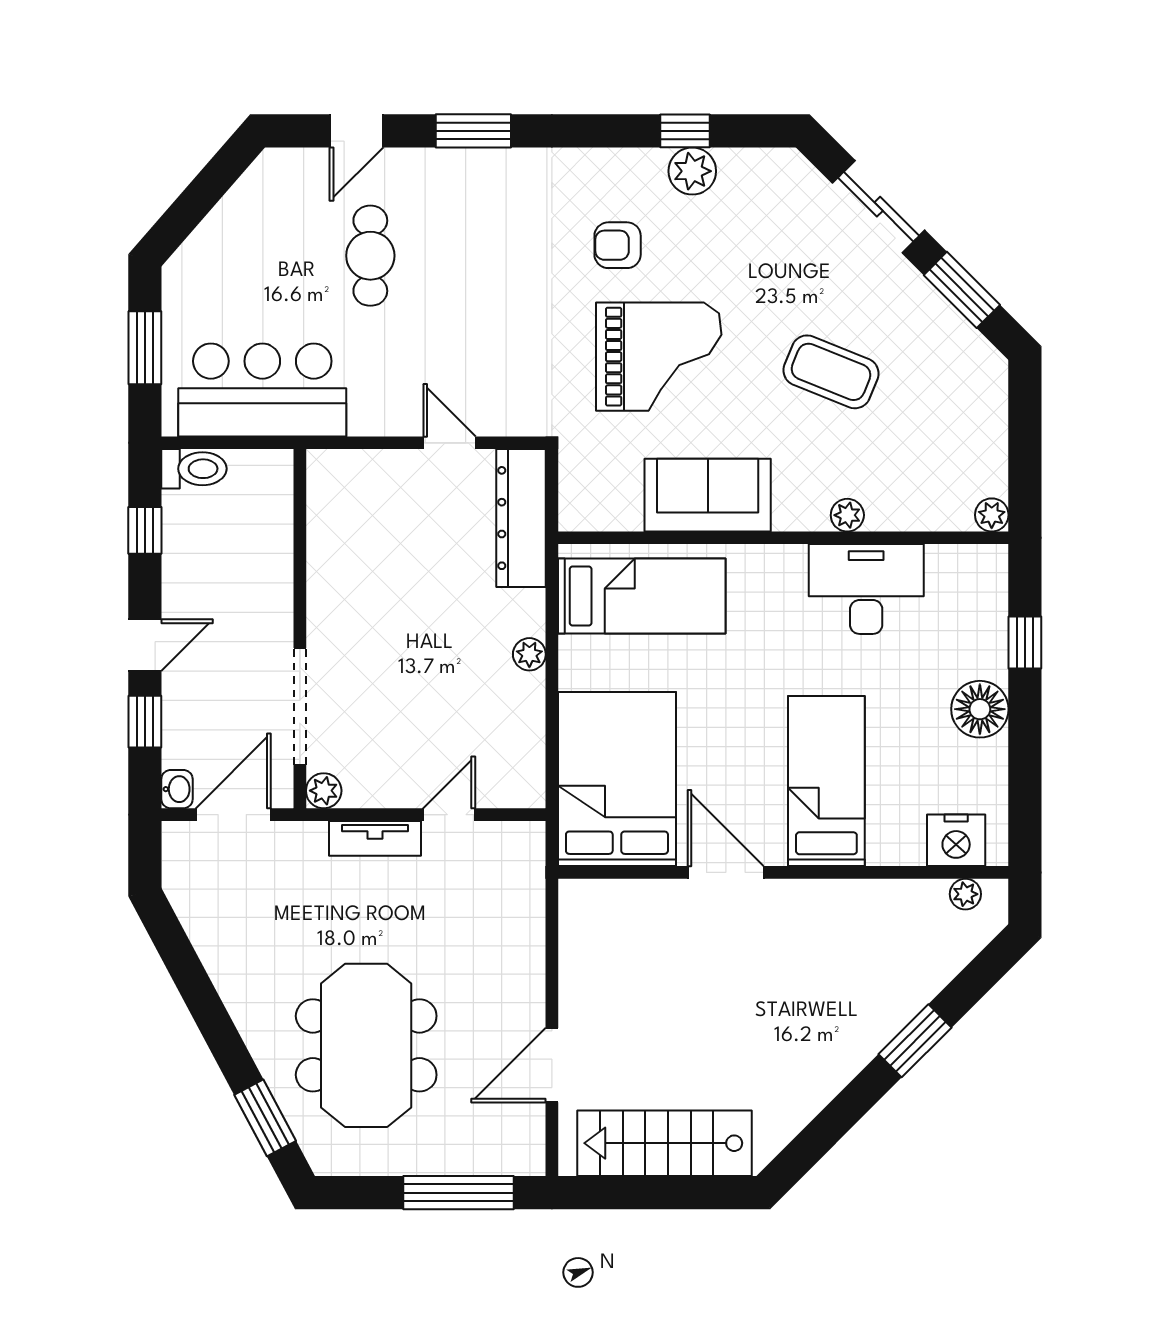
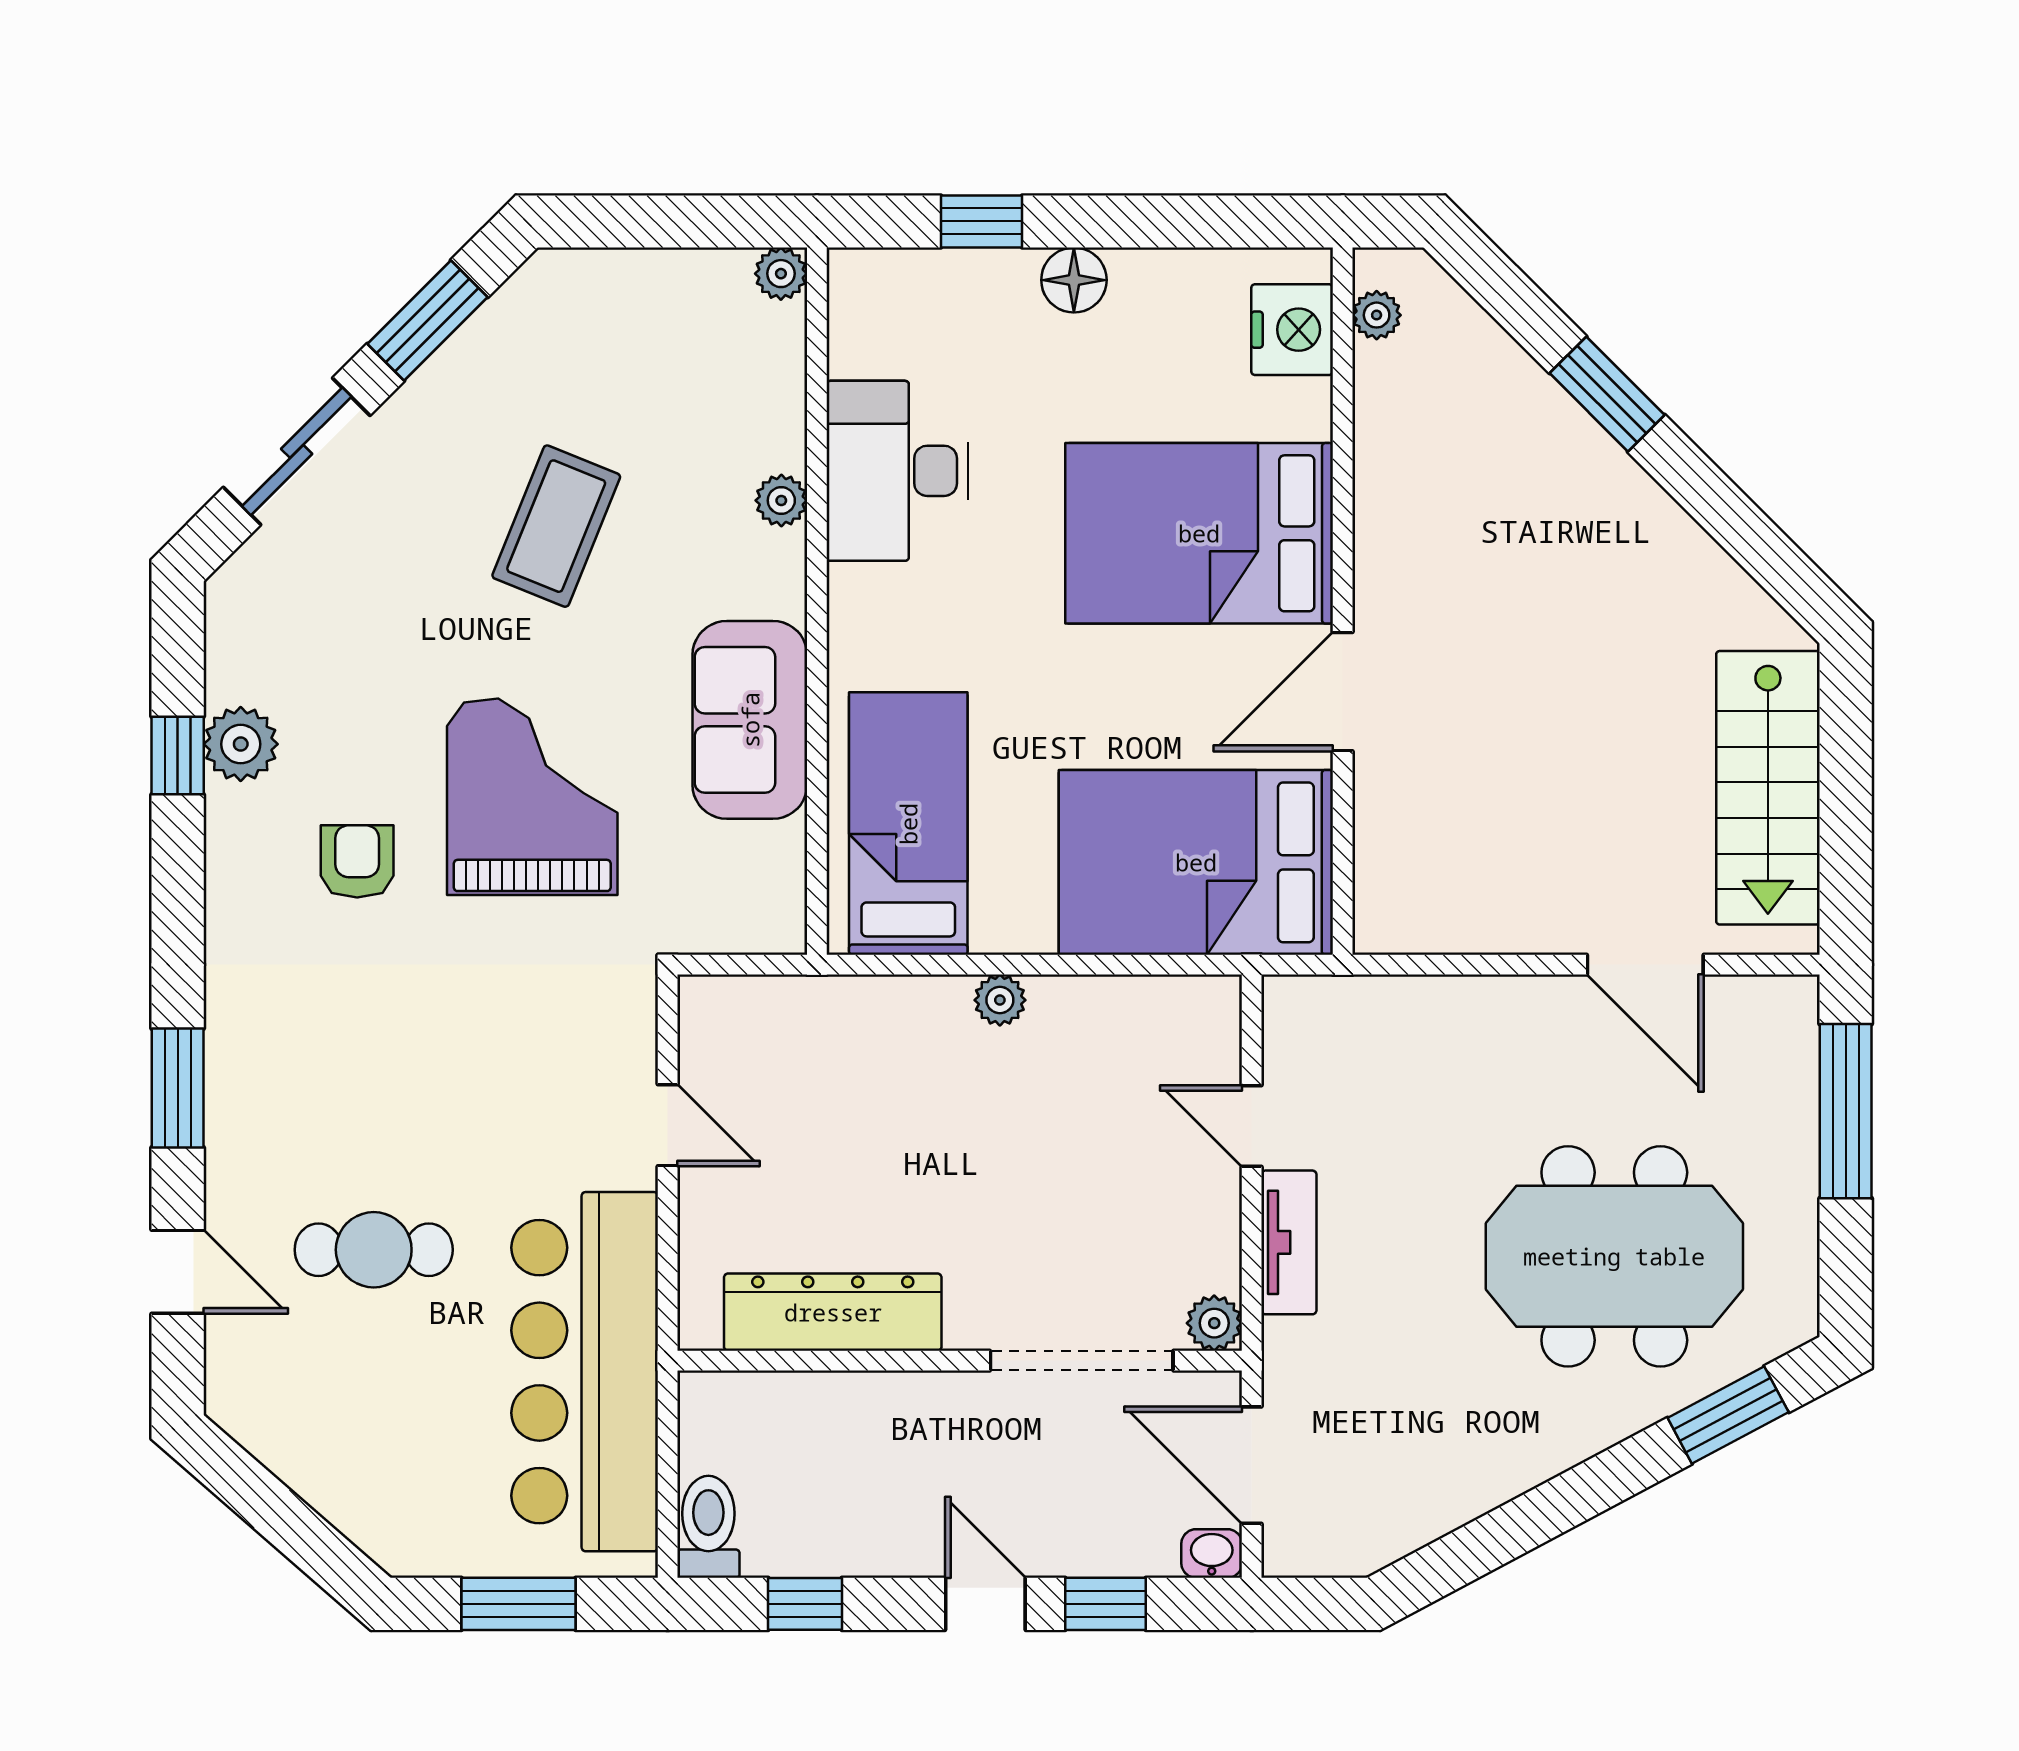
armchair: (618, 245) -> (357, 861), turned 180
bar counter: (262, 390) -> (585, 1372), width x1.36
door: (450, 443) -> (668, 1125), swing flipped
dresser: (521, 518) -> (833, 1312), moved, turned 180
floor lamp: (980, 709) -> (1074, 280), width x0.73, depth x0.73
bed: (826, 781) -> (1199, 533), width x1.50

